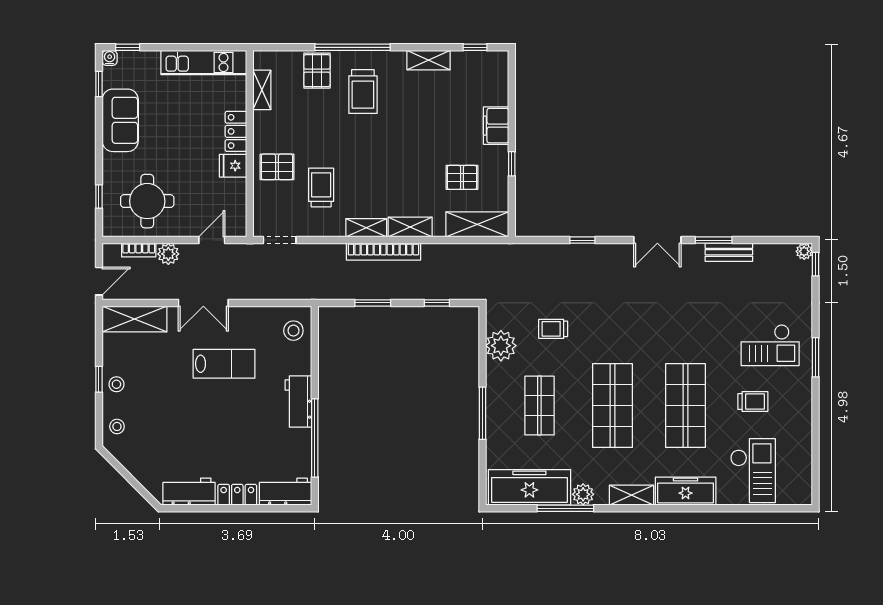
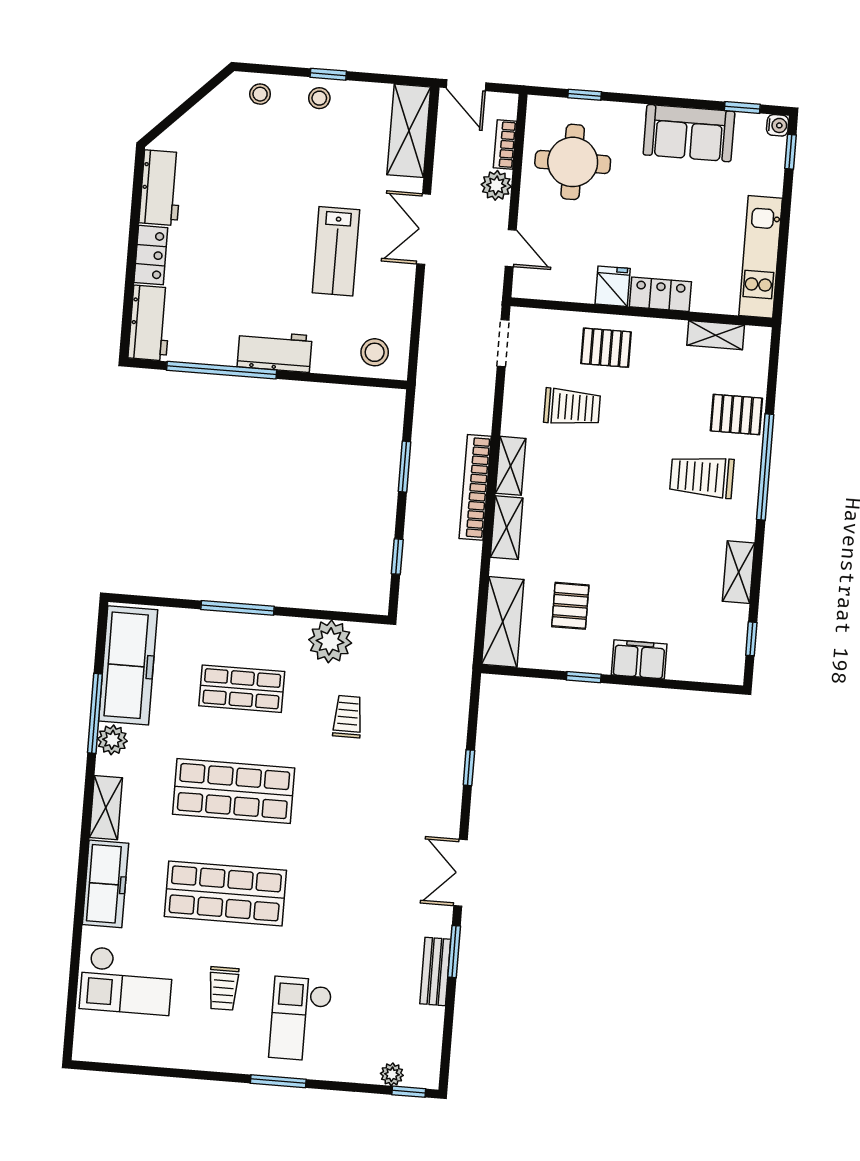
pallet: (277, 167) -> (606, 348), turned 90
plant: (804, 251) -> (392, 1074), moved

